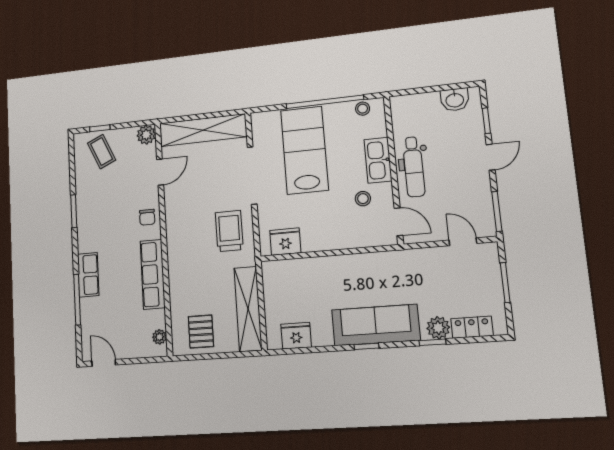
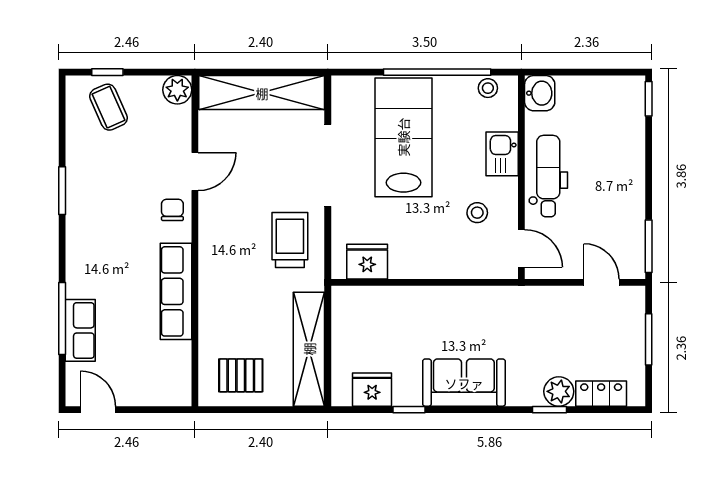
washbasin: (455, 100) -> (540, 93), moved, turned -90
window: (486, 121) -> (649, 99), moved
door: (491, 157) -> (649, 174), removed
kitchen sink: (378, 160) -> (502, 154), width x0.73
dental chair: (414, 167) -> (548, 176), turned 180
door: (160, 172) -> (195, 172), moved
chair: (147, 217) -> (172, 210), turned 180
row of seats: (88, 275) -> (80, 330), moved
sofa: (376, 325) -> (464, 383), width x0.73
pallet: (201, 332) -> (241, 375), turned 90
plant: (159, 337) -> (181, 379), removed
window: (366, 346) -> (409, 410), moved

